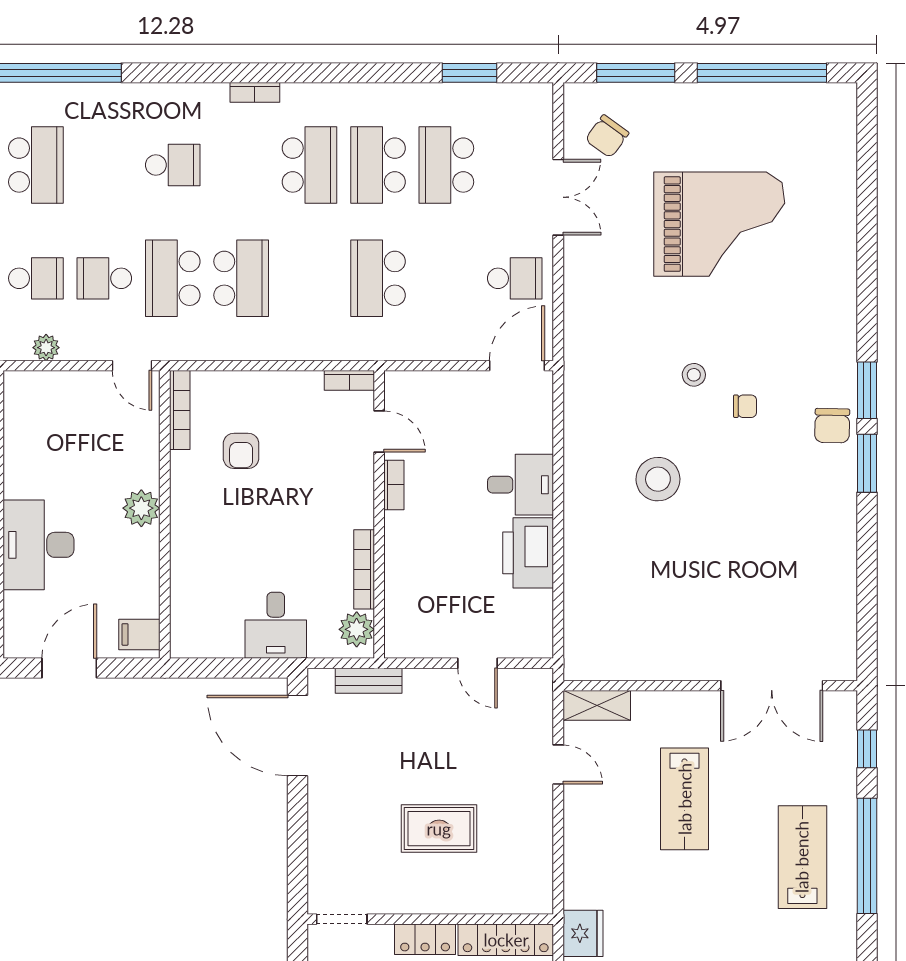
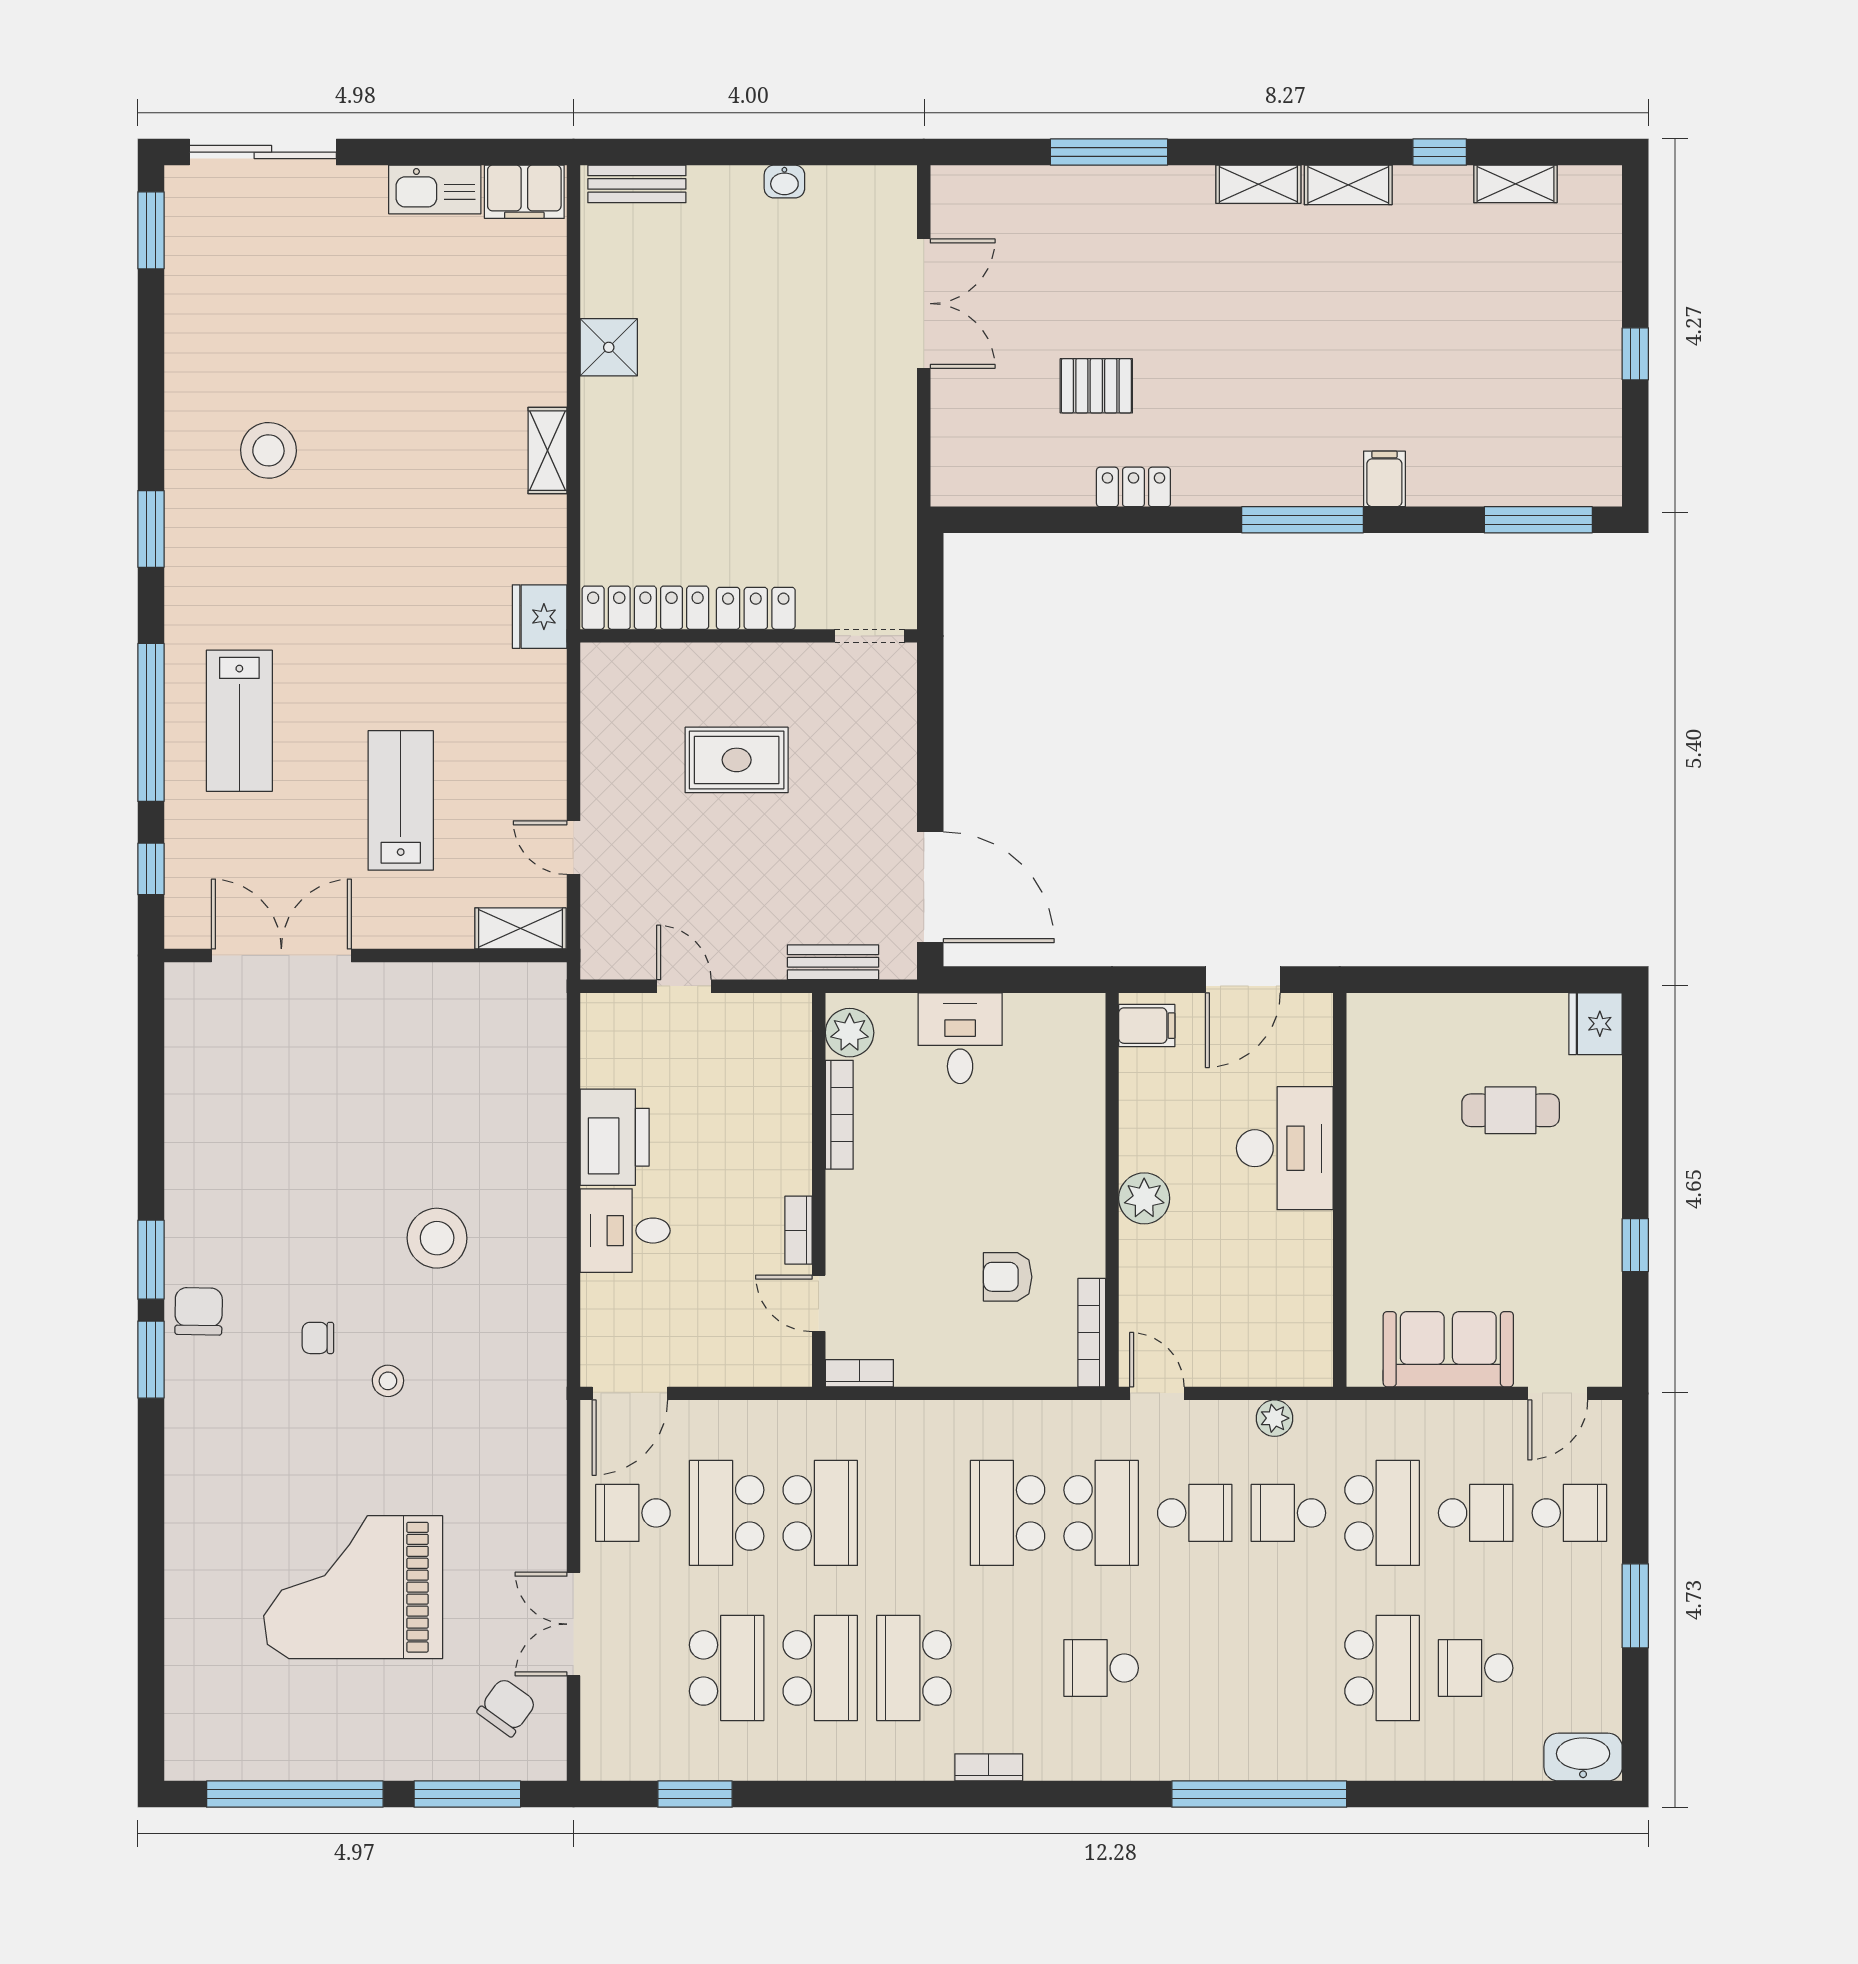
school desk: (36, 165) -> (727, 1513), moved
armchair: (241, 451) -> (1008, 1277), turned -90

